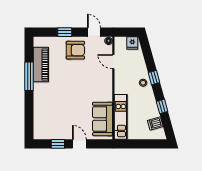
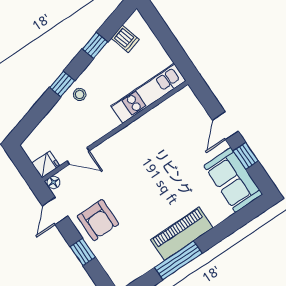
fridge: (132, 43) -> (46, 164), moved
armchair: (75, 50) -> (98, 220), turned 180
door: (113, 62) -> (78, 156), hinge flipped
piano: (41, 65) -> (182, 234), moved
sofa: (102, 119) -> (233, 180), moved, turned 90

